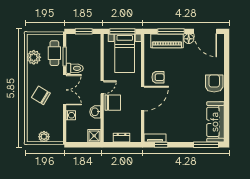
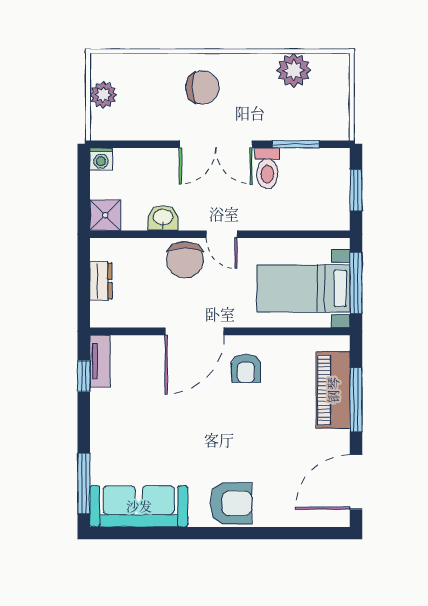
floor lamp: (189, 39) -> (338, 442), removed
cafe table: (54, 53) -> (304, 120), removed
chair: (41, 95) -> (202, 88), turned 59
door: (143, 99) -> (195, 331), hinge flipped
washing machine: (71, 115) -> (101, 159), moved

